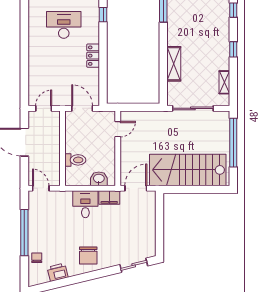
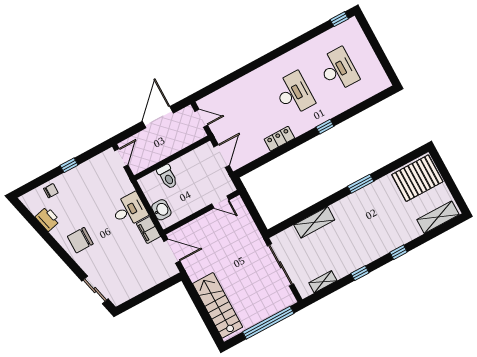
stairs: (188, 170) -> (218, 305), width x0.73, depth x0.66
window: (24, 233) -> (69, 165), width x0.32

